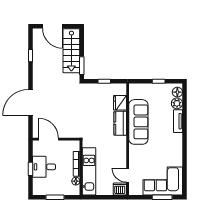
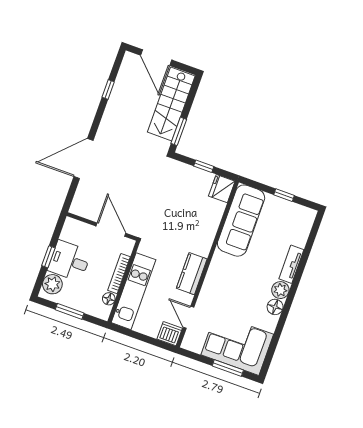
floor lamp: (177, 92) -> (275, 307), moved
fridge: (120, 103) -> (222, 189), moved
plant: (177, 103) -> (280, 290), moved
sofa: (138, 122) -> (241, 221), moved
kitchen counter: (120, 123) -> (192, 274), moved
door: (49, 139) -> (111, 230), moved
plant: (39, 185) -> (52, 284), added

